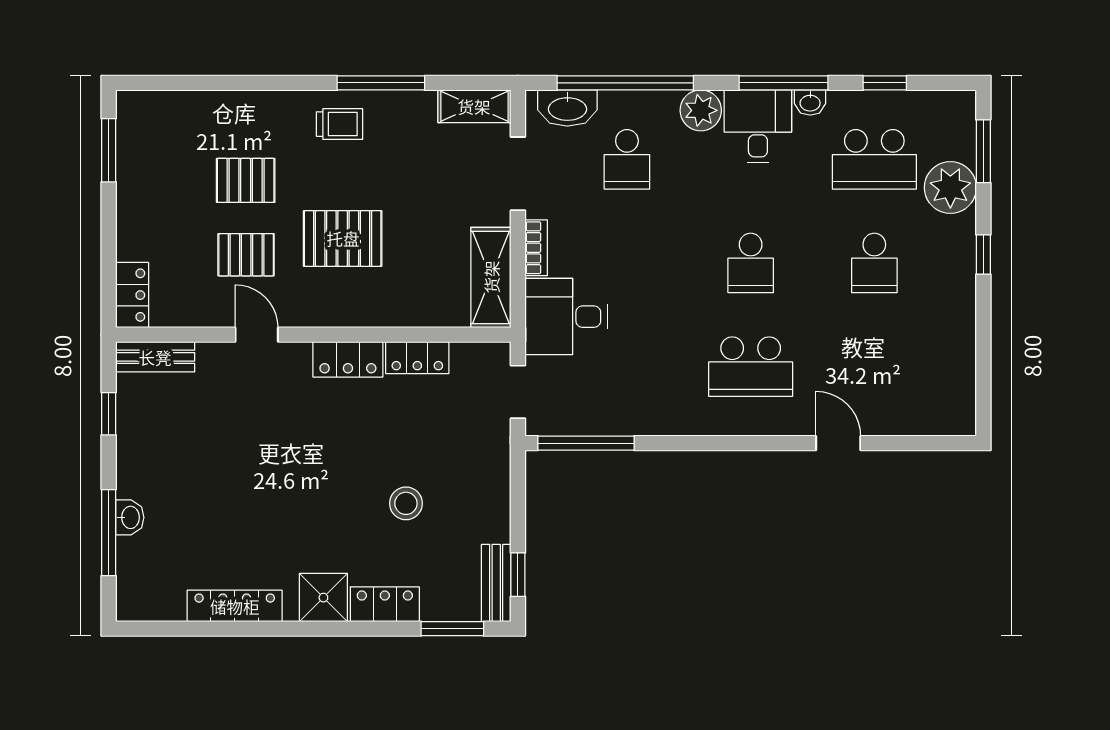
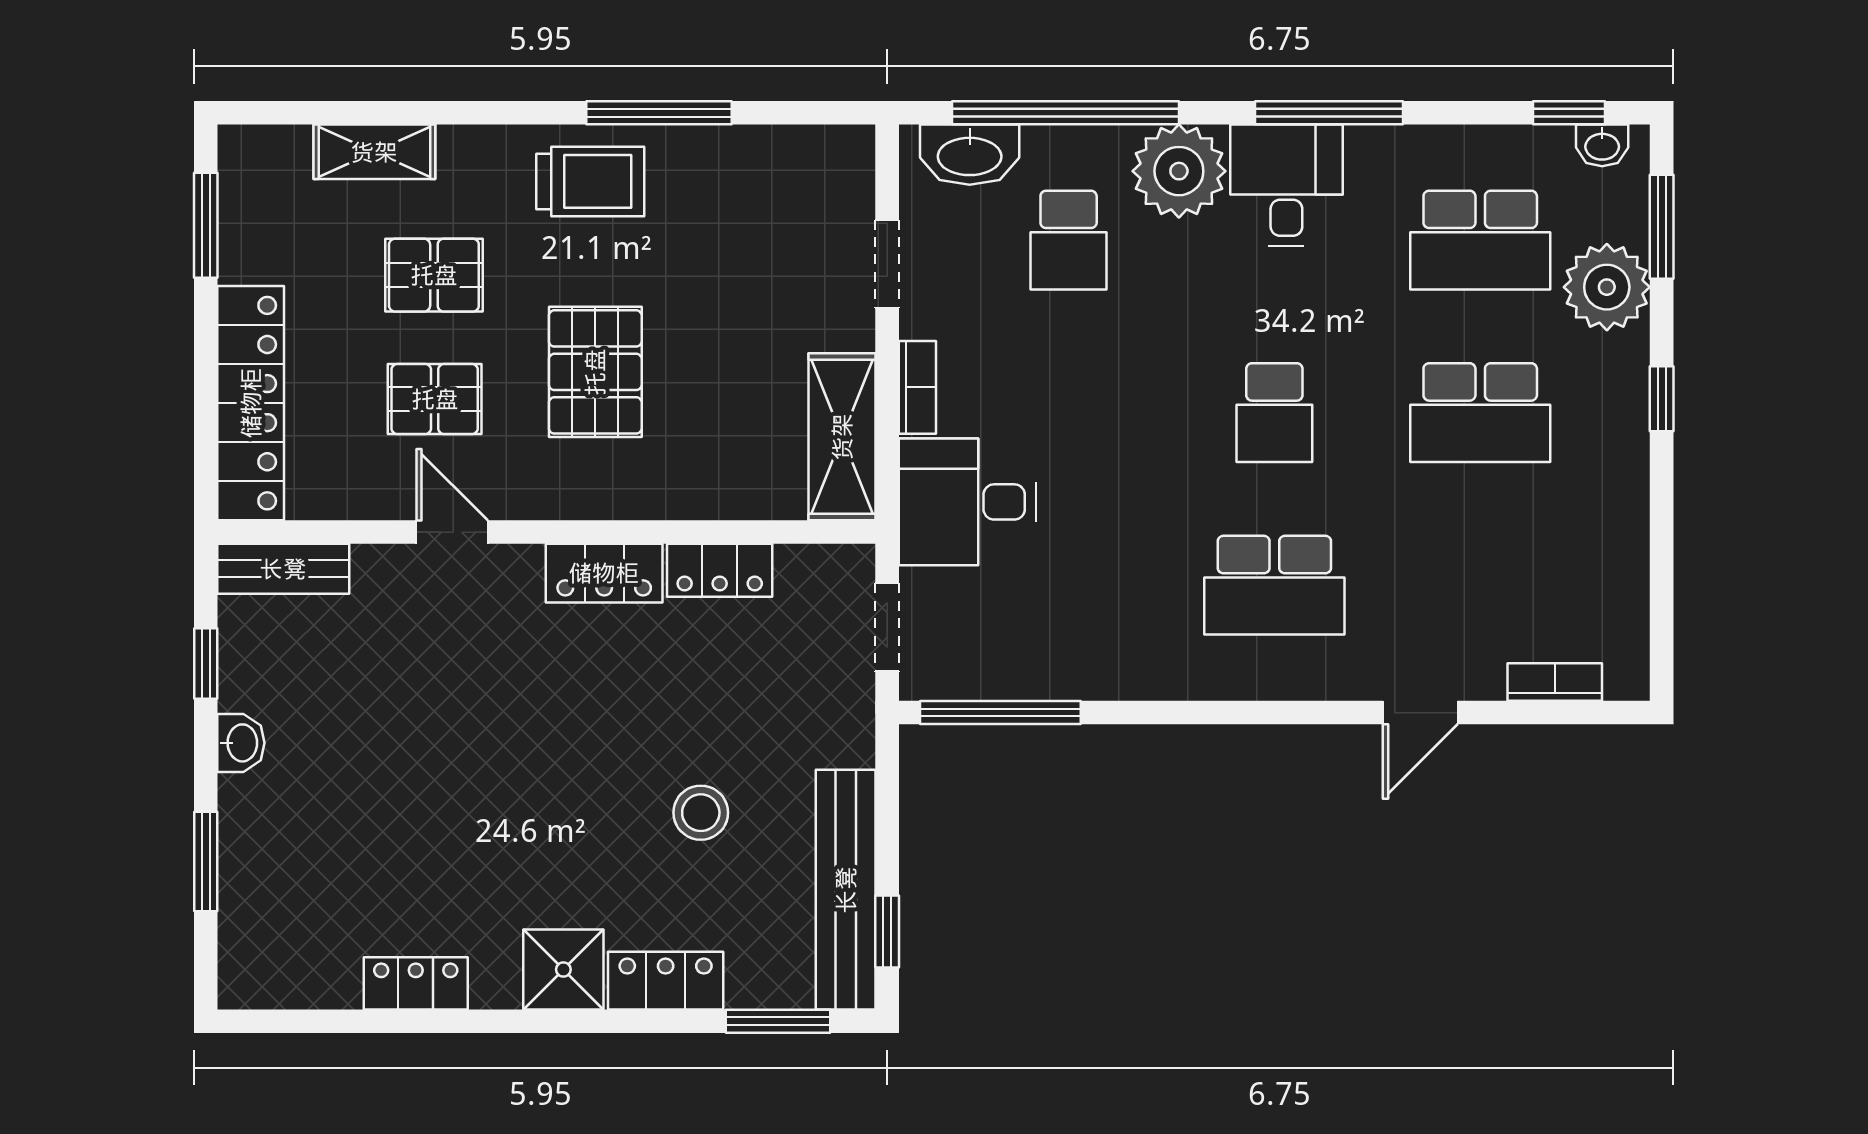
window: (885, 83) -> (1569, 113), moved
washbasin: (810, 102) -> (1602, 145), moved
shelving: (474, 106) -> (374, 152), moved
plant: (701, 110) -> (1179, 171), width x1.36, depth x1.36
trolley: (340, 124) -> (590, 181), width x1.36, depth x1.39
doorway: (518, 174) -> (887, 264), width x0.73
pallet: (343, 238) -> (595, 372), turned 90
school desk: (874, 263) -> (1480, 413), width x1.85
locker: (132, 295) -> (251, 403), width x2.16, depth x1.21
bookcase: (919, 425) -> (1555, 682), added
door: (838, 443) -> (1420, 713), swing flipped
washbasin: (130, 517) -> (241, 743), moved
window: (109, 533) -> (206, 861), width x0.69
bench: (496, 583) -> (846, 890), width x1.86, depth x1.21
locker: (235, 606) -> (416, 983), width x0.66

